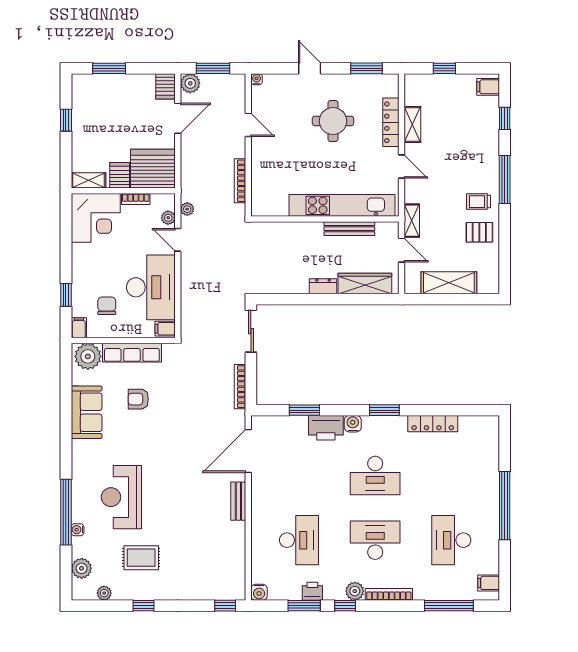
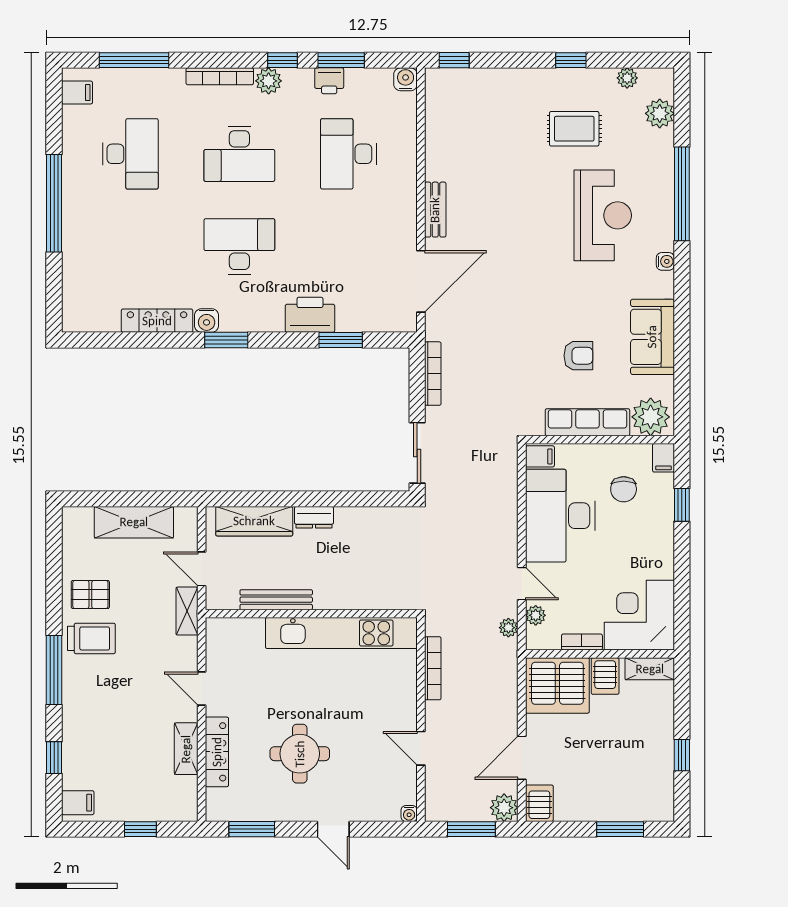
trolley: (479, 202) -> (91, 638), width x1.36, depth x1.39
kitchen unit: (342, 205) -> (341, 633), moved
water cooler: (353, 424) -> (207, 321), moved
water cooler: (78, 530) -> (665, 261), moved

